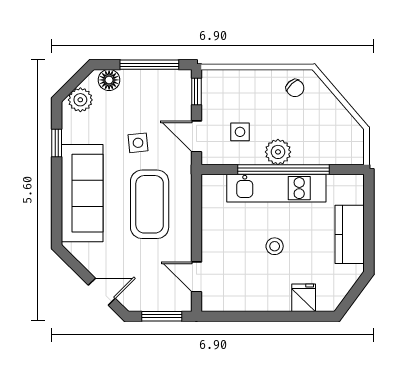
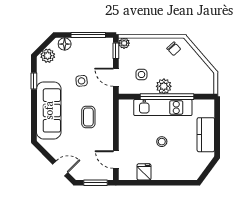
plant: (210, 79) -> (124, 43), added
coffee table: (150, 204) -> (88, 117), width x0.54, depth x0.58
fridge: (304, 298) -> (144, 172), moved

